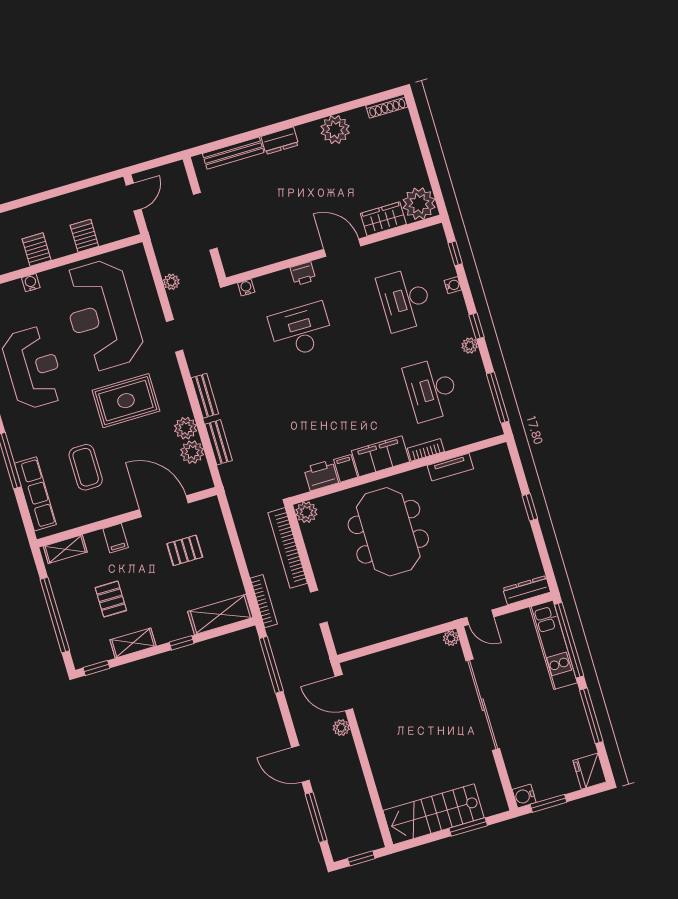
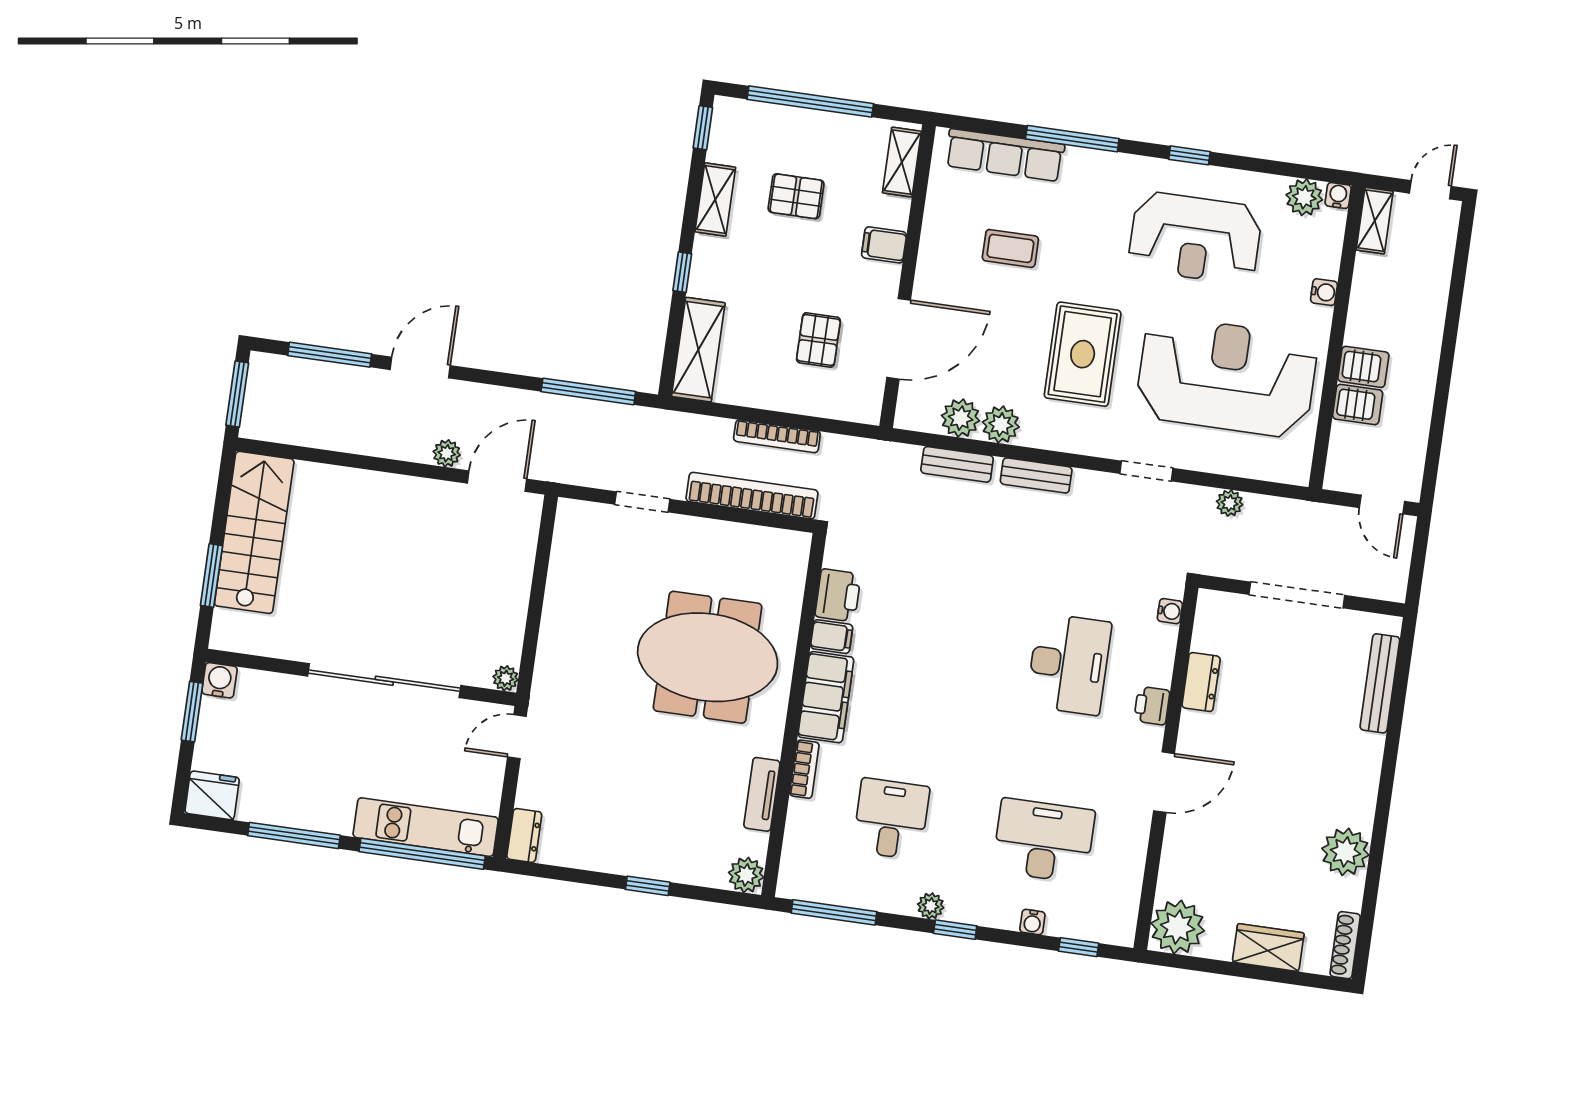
dresser: (280, 141) -> (1201, 682), moved, turned 180
wardrobe: (383, 219) -> (1268, 948), moved, turned -90
server rack: (37, 250) -> (1363, 367), moved
desk: (431, 389) -> (891, 819), width x0.73
coffee table: (86, 467) -> (1010, 248), width x0.73, depth x0.77
plant: (306, 512) -> (746, 875), moved
dresser: (527, 590) -> (524, 835), width x0.70
bookcase: (264, 601) -> (777, 436), moved
window: (361, 858) -> (237, 394), width x1.50

